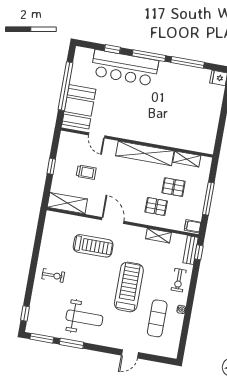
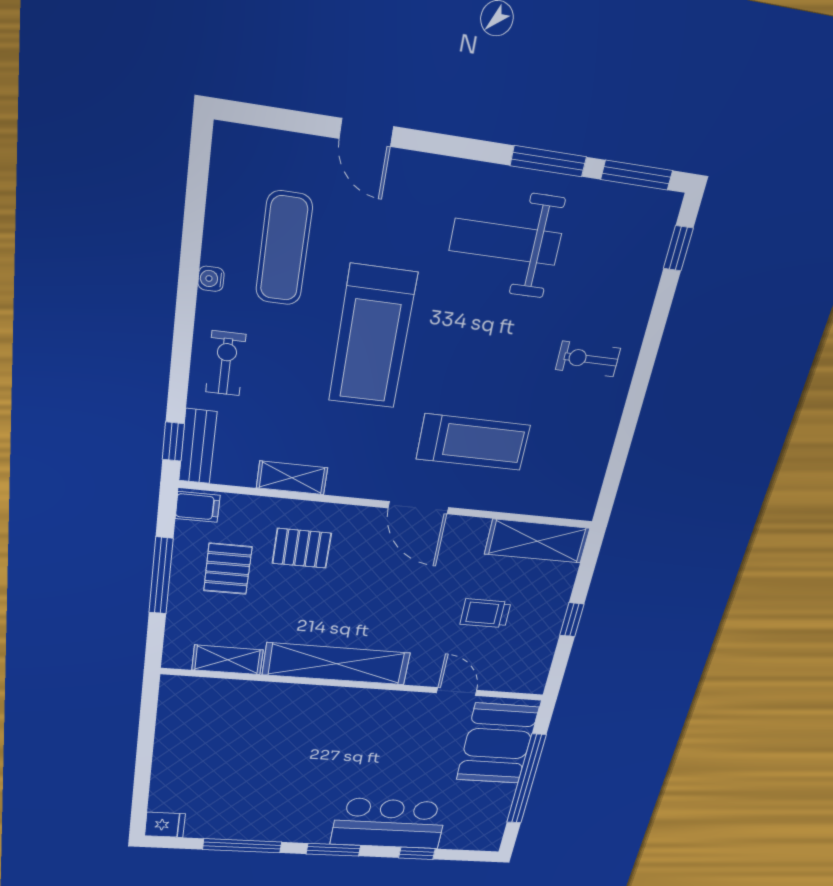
window: (149, 56) -> (333, 850), width x0.69
bar counter: (125, 68) -> (389, 823), width x0.73
pallet: (174, 187) -> (228, 569), moved, turned 90
treadmill: (93, 246) -> (473, 442), turned 180
door: (130, 354) -> (366, 133), swing flipped

